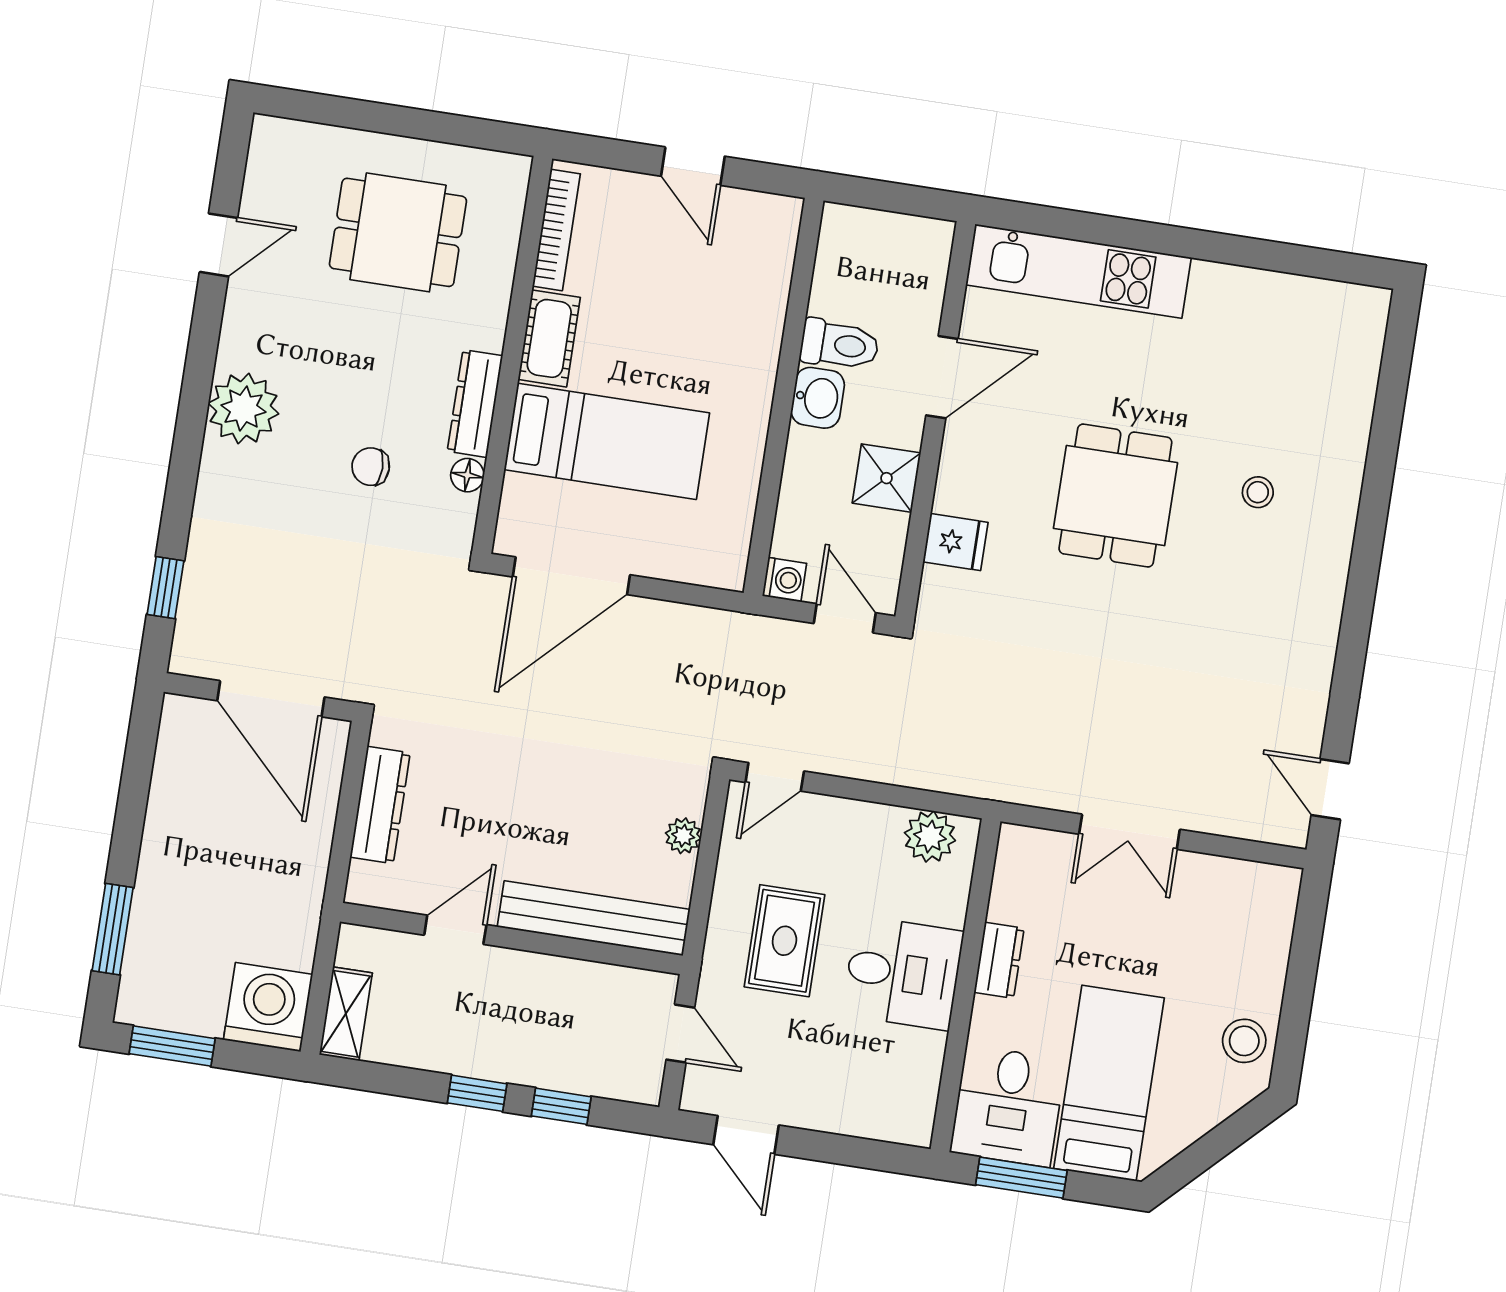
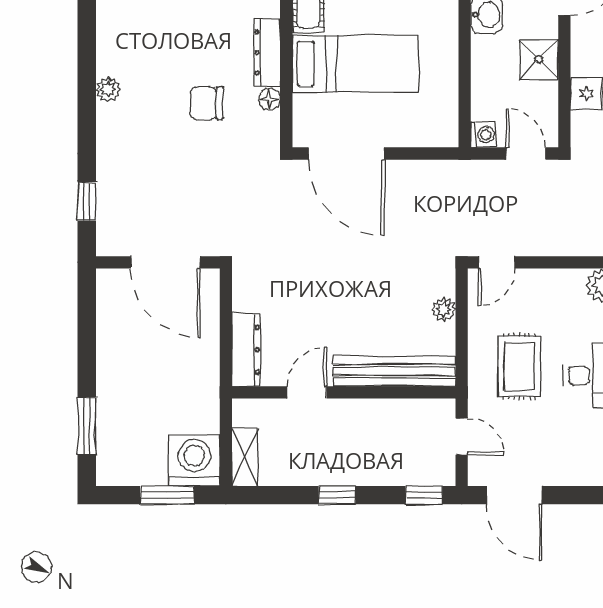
plant: (243, 409) -> (108, 89), width x0.53, depth x0.53
chair: (371, 467) -> (206, 103), width x1.37, depth x1.37
door: (571, 576) -> (346, 154), hinge flipped
dresser: (380, 805) -> (246, 350), moved
window: (172, 1046) -> (167, 495), moved
window: (561, 1106) -> (424, 495), moved
door: (746, 1135) -> (514, 495), width x1.38

